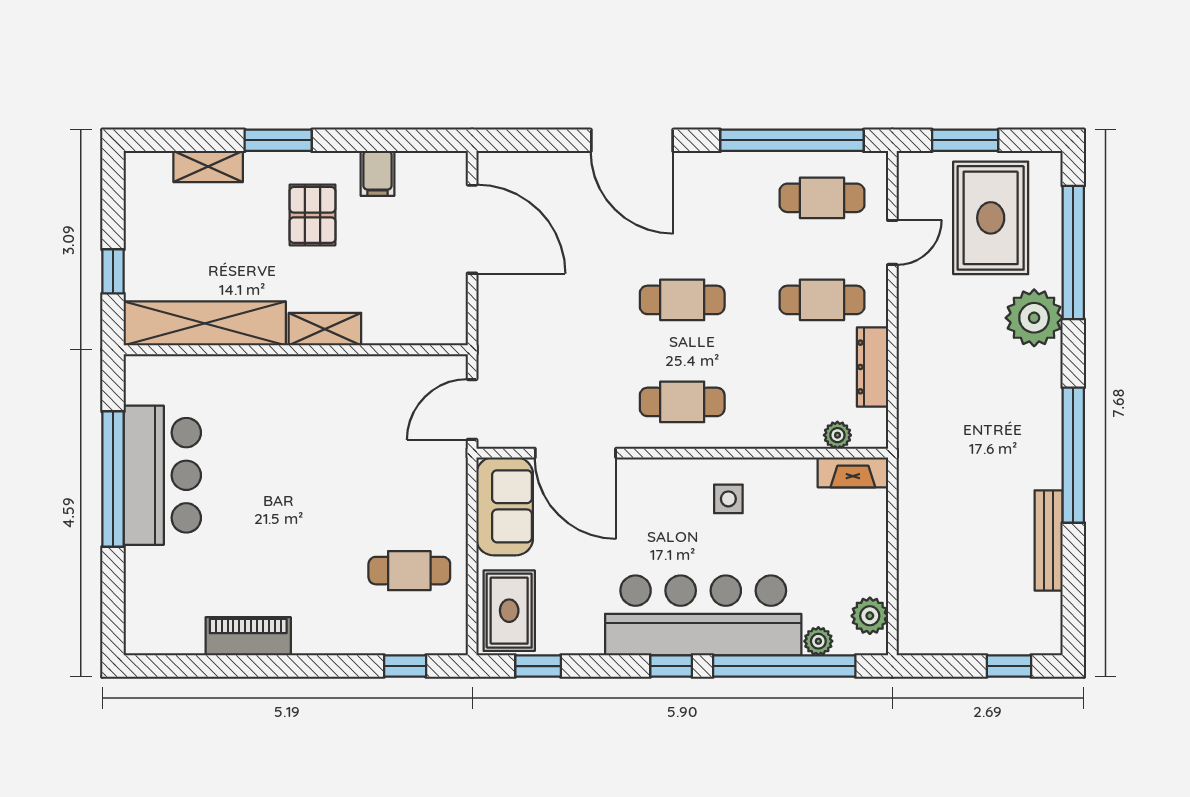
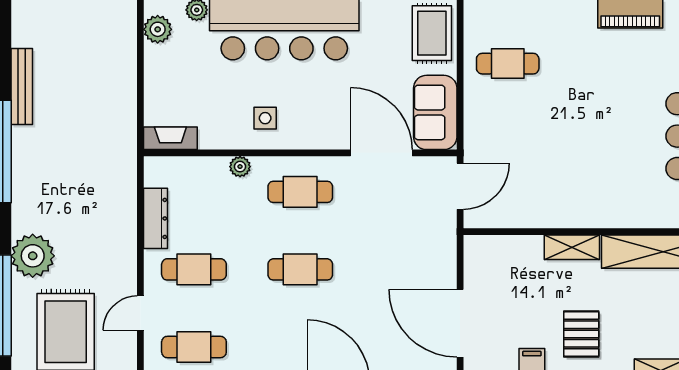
plant: (837, 435) -> (240, 167), moved

